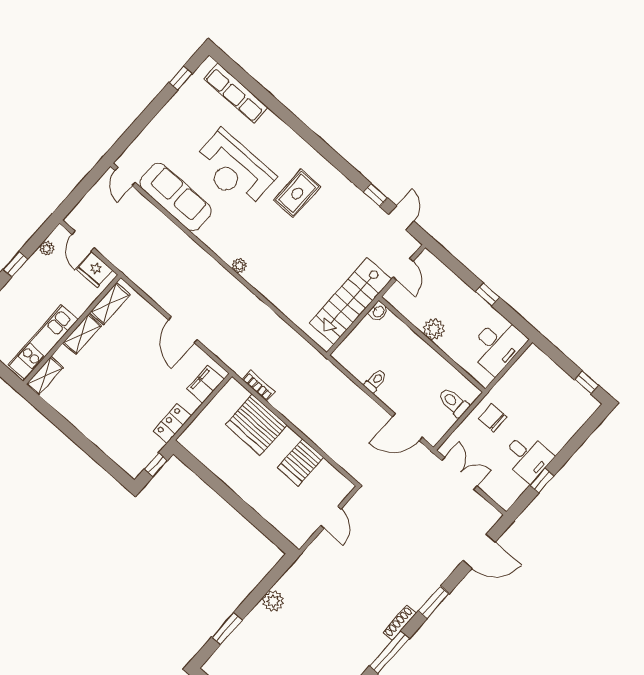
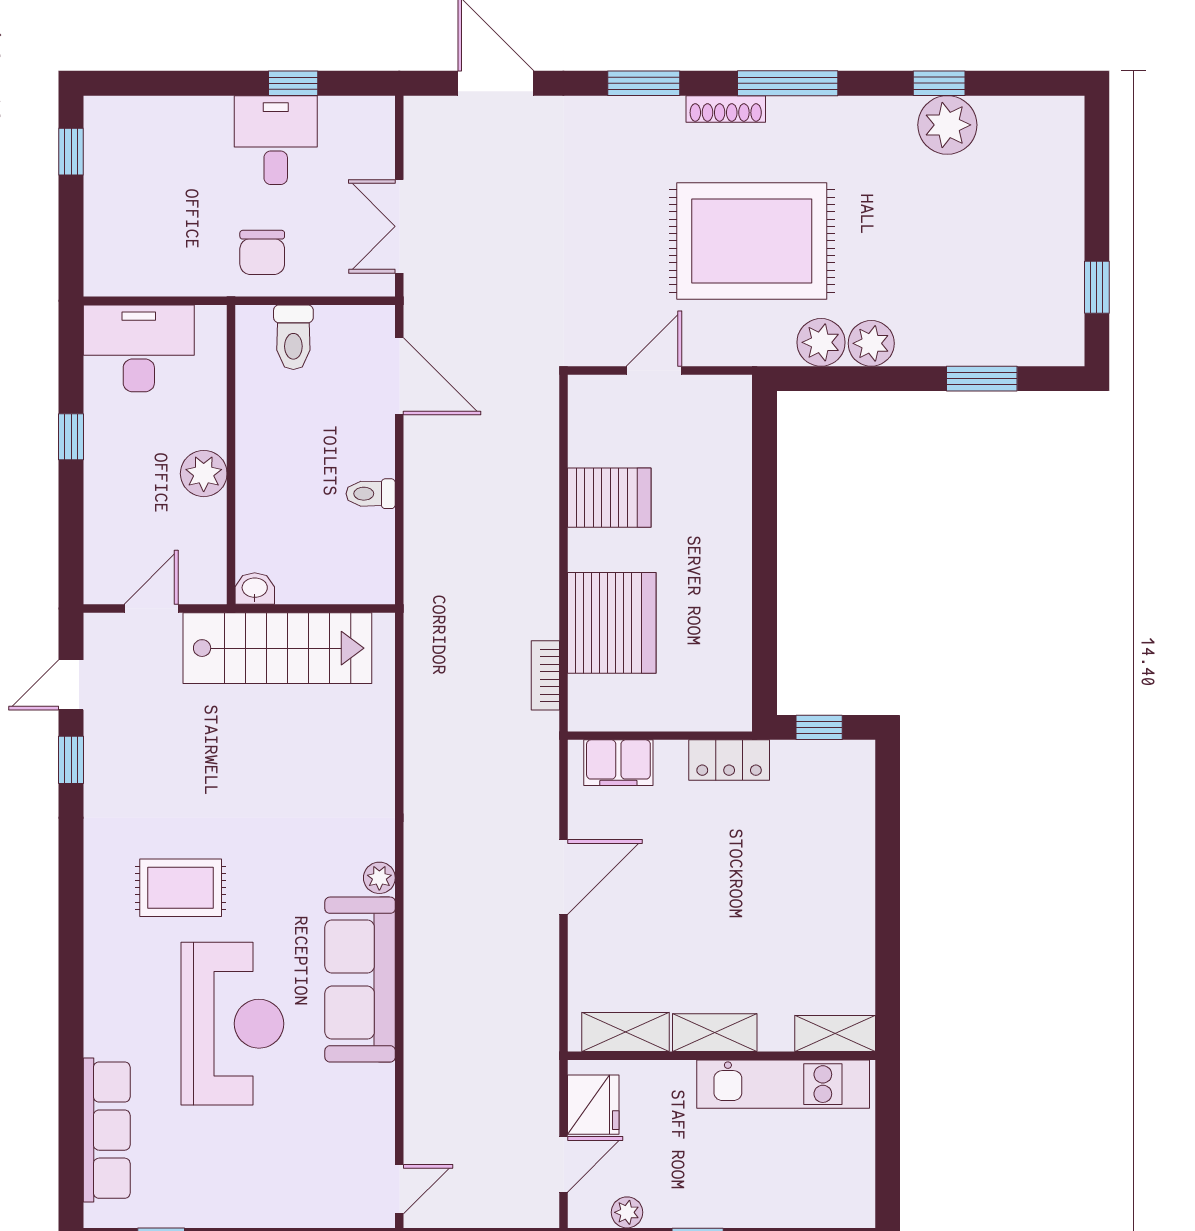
sofa: (176, 197) -> (360, 980), moved
plant: (289, 584) -> (821, 342), added
rug: (346, 591) -> (752, 241), added

